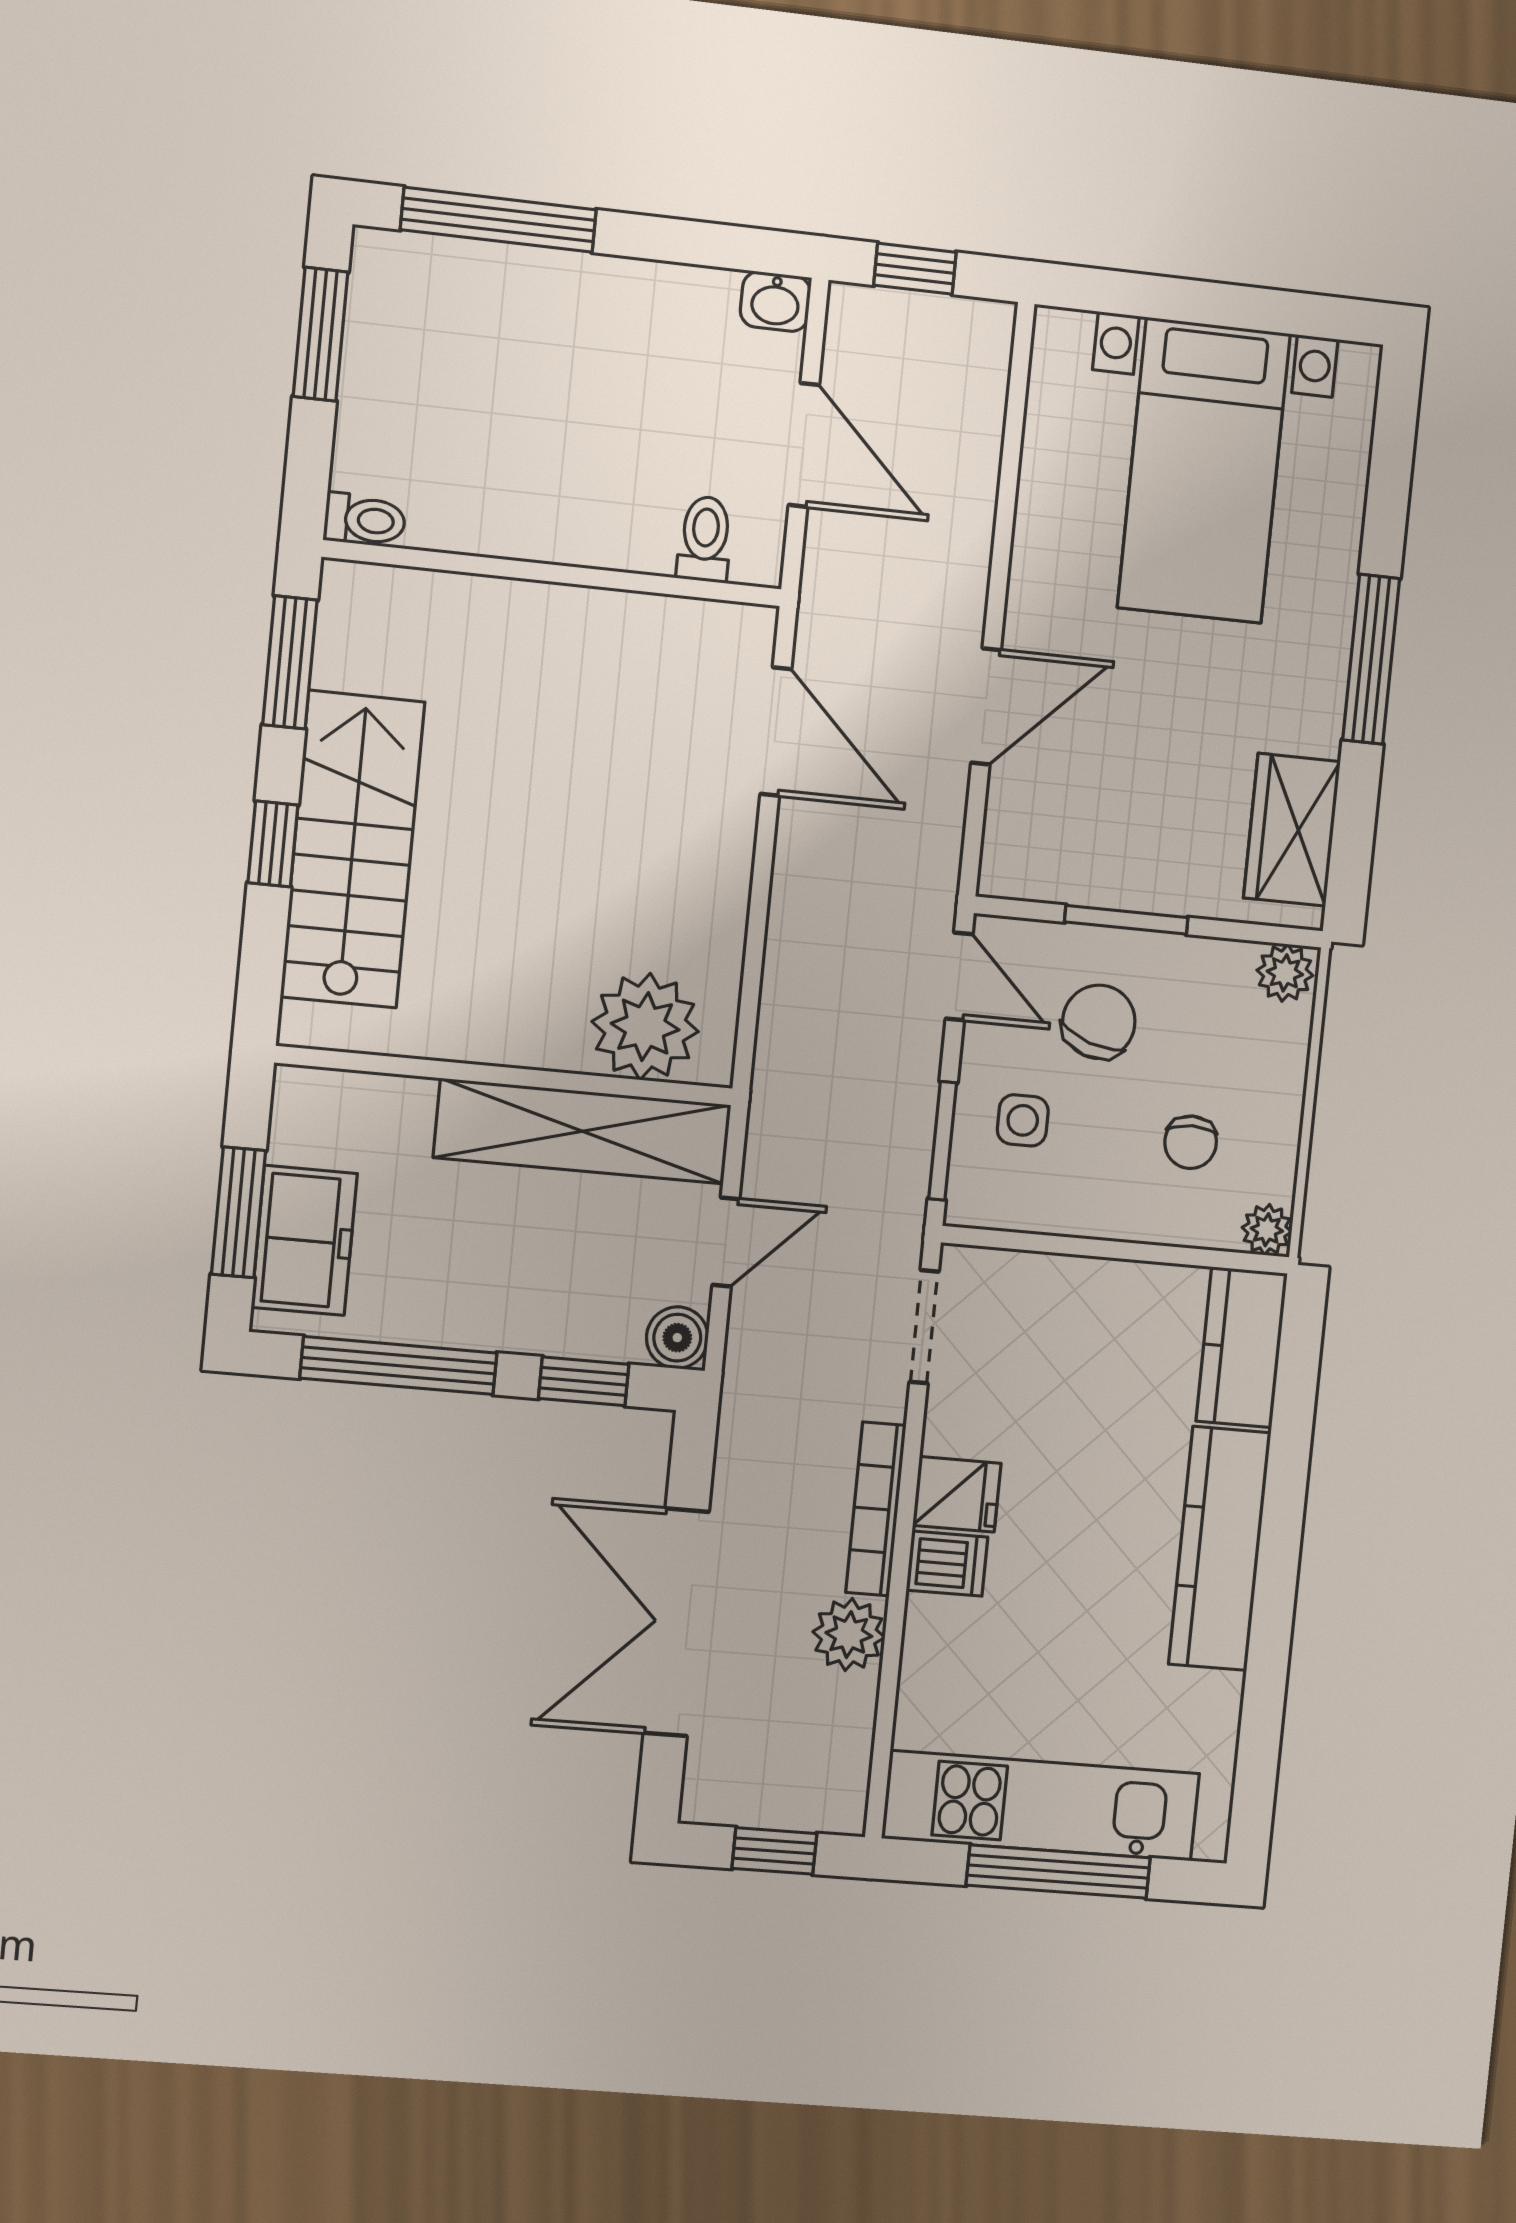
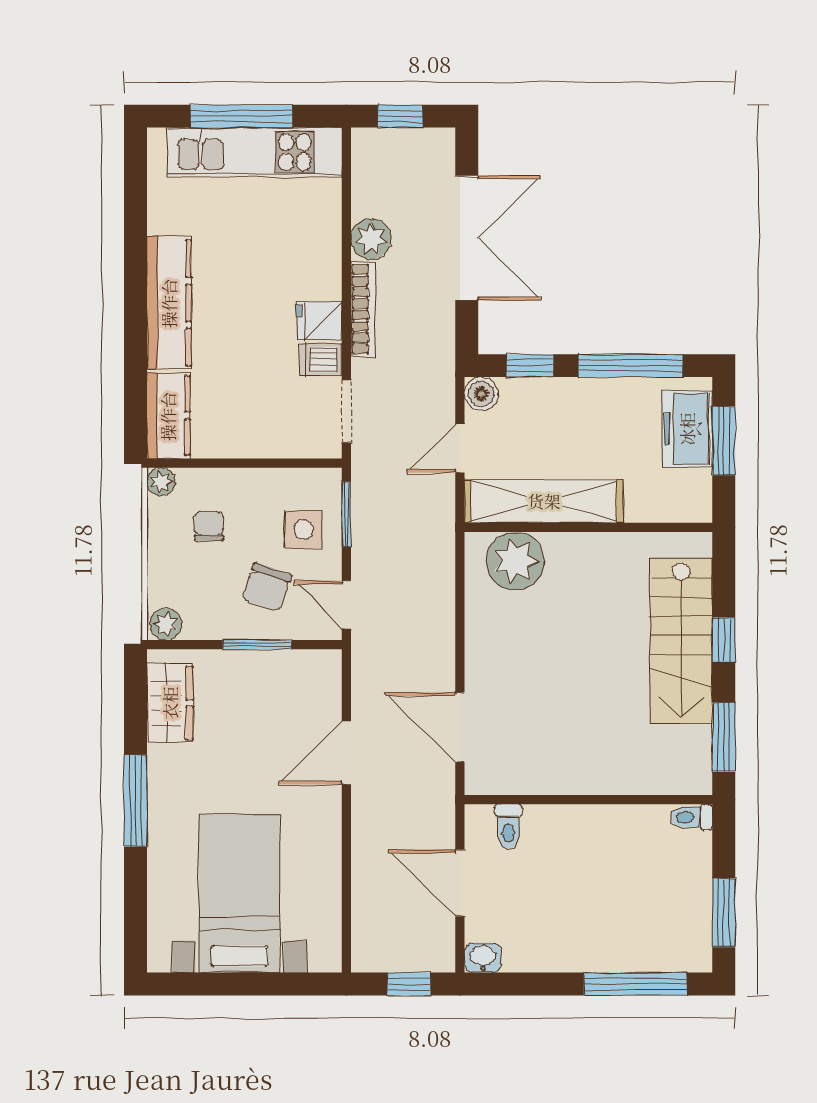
side table: (1023, 1120) -> (303, 529), width x1.37, depth x1.37
dishwasher: (947, 1564) -> (321, 360), moved

